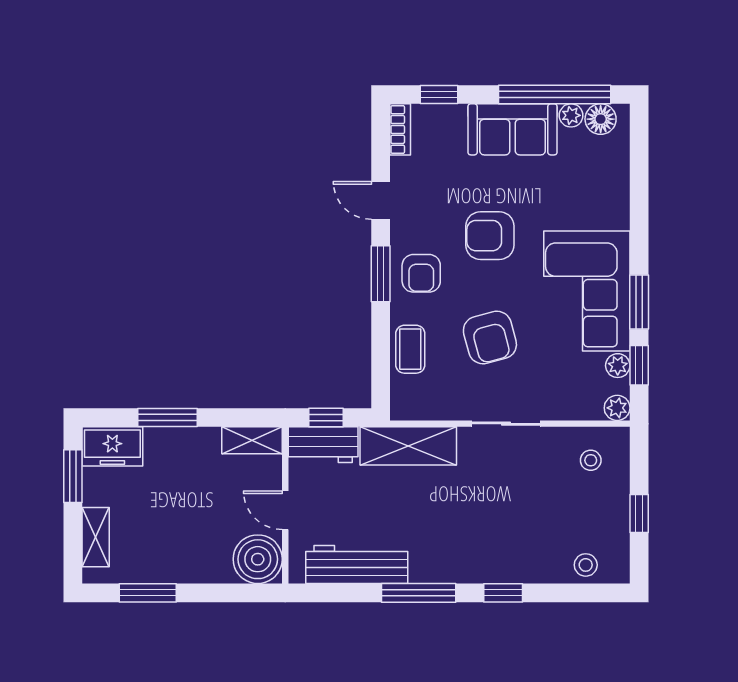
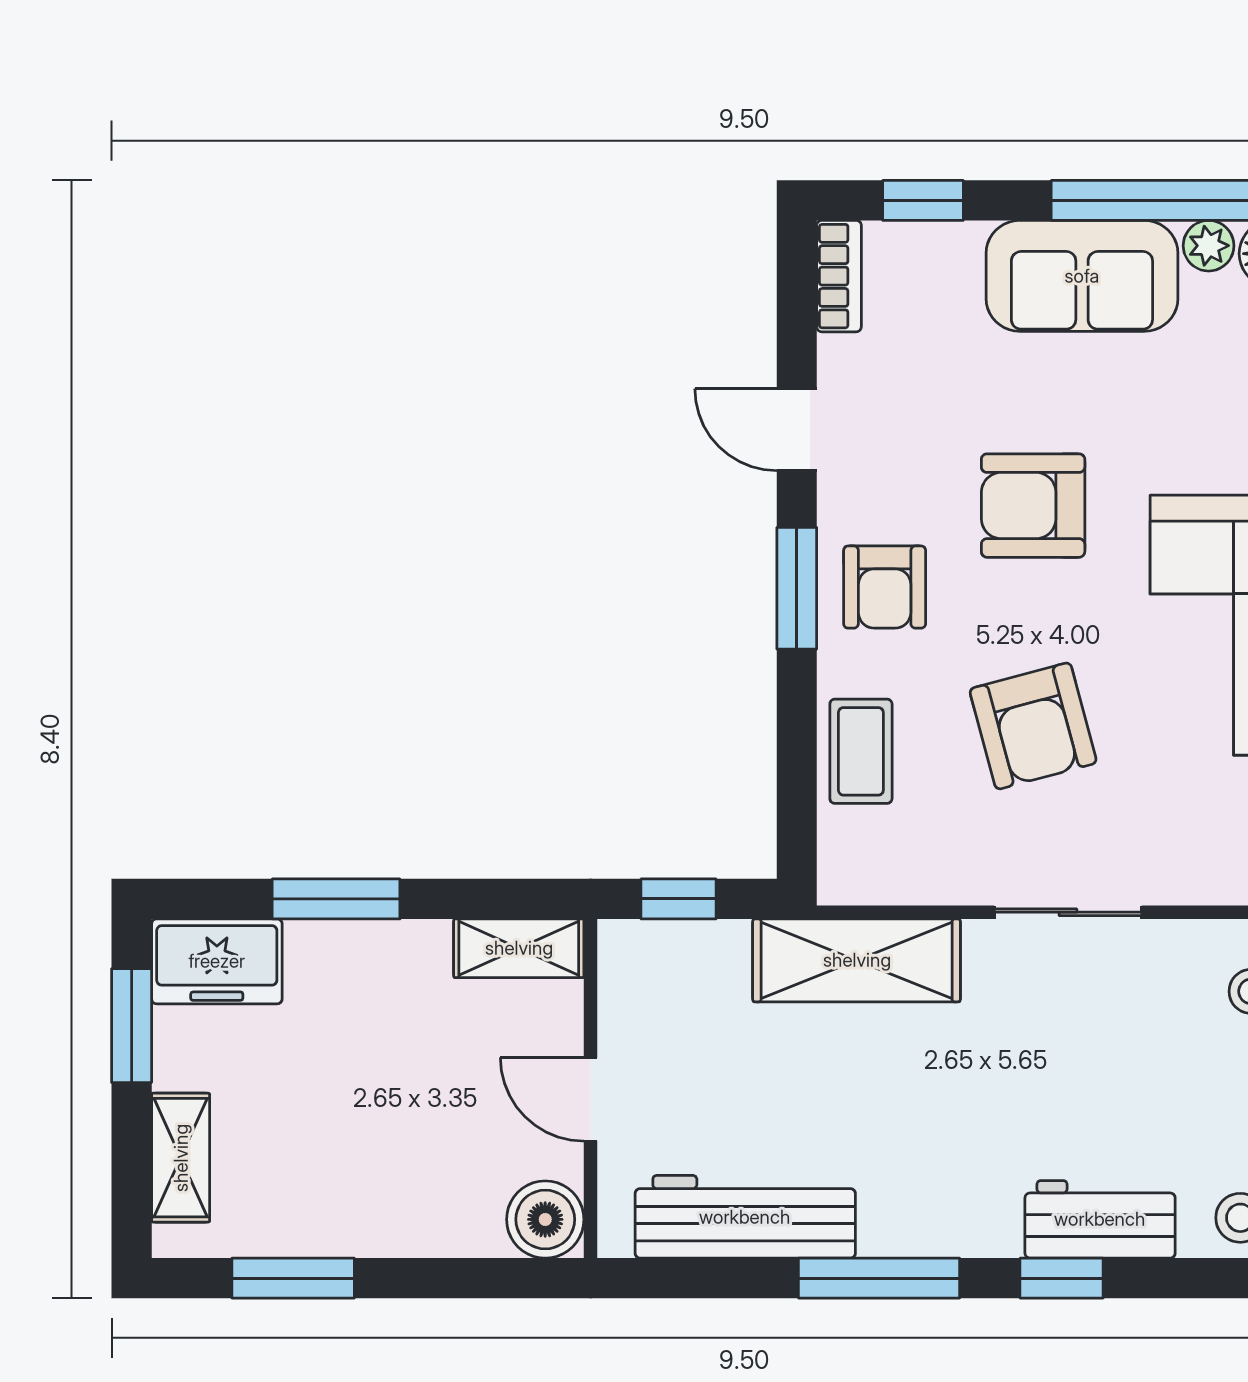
workbench: (323, 445) -> (1100, 1219), moved, turned 180
boiler: (258, 559) -> (545, 1219), width x0.73, depth x0.73

